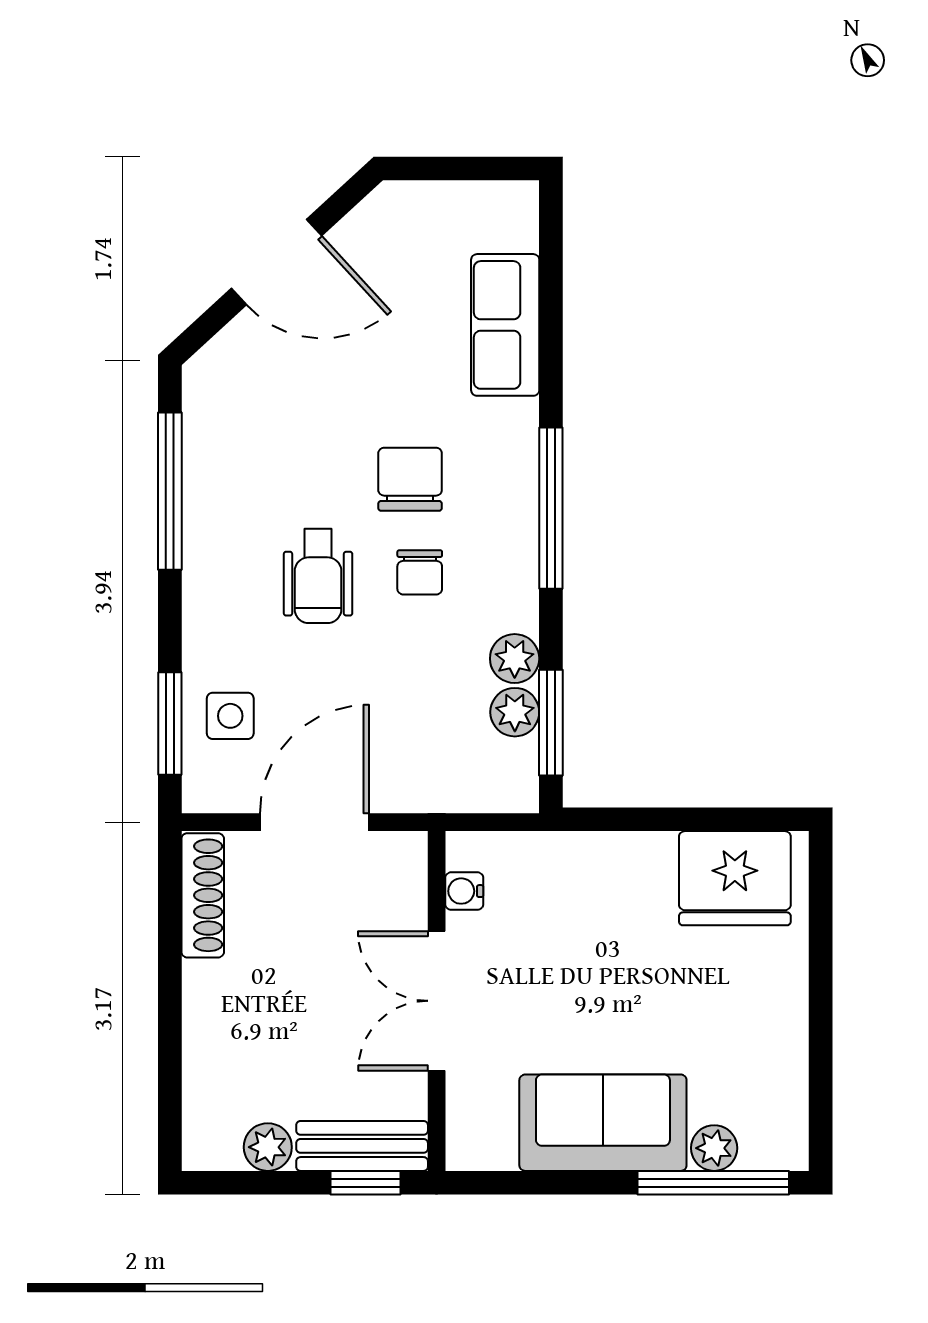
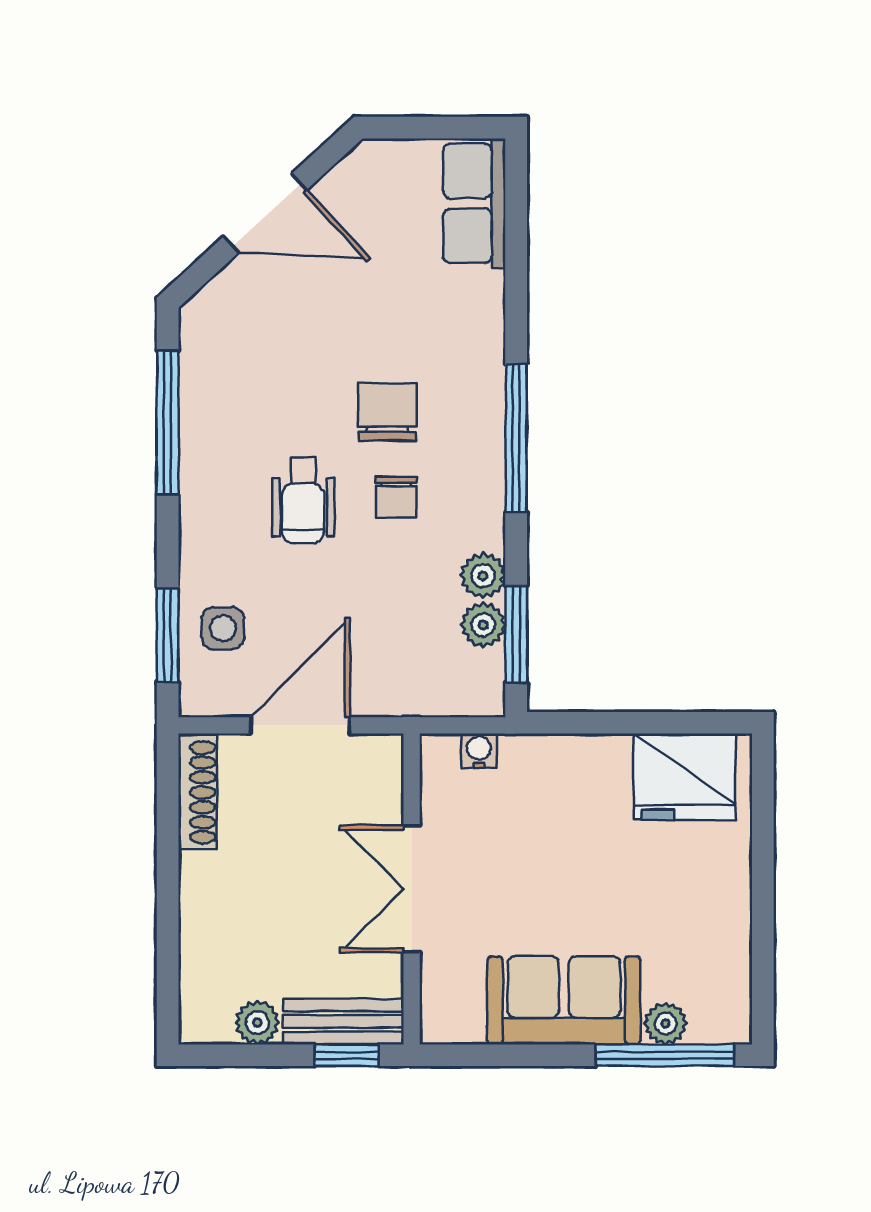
row of seats: (505, 325) -> (474, 203), moved
water cooler: (464, 891) -> (479, 751), moved, turned 90

